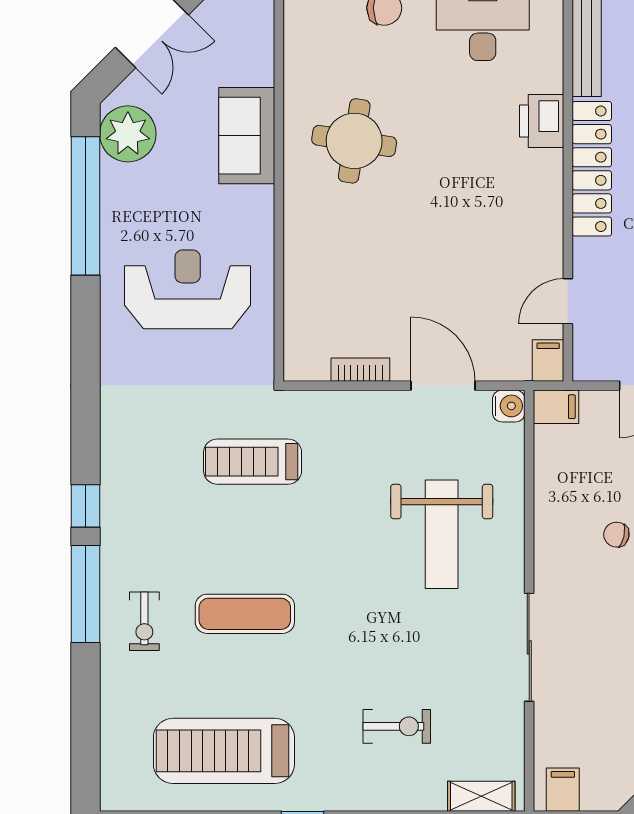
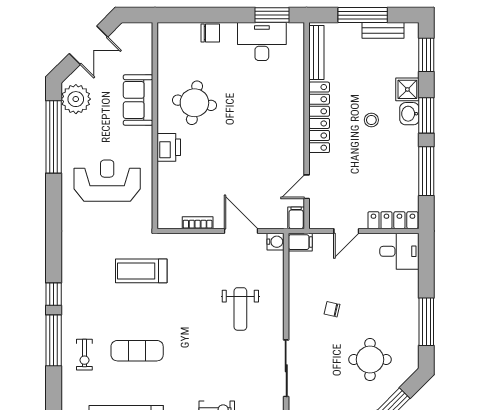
printer: (542, 121) -> (169, 147), moved, turned 180
weight bench: (442, 534) -> (240, 309), width x0.73, depth x0.75

